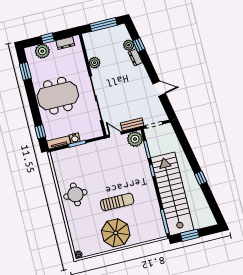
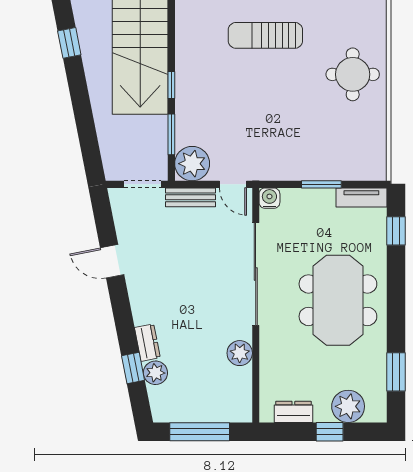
meeting table: (58, 96) -> (338, 300), turned 90
water cooler: (75, 138) -> (269, 198), moved

